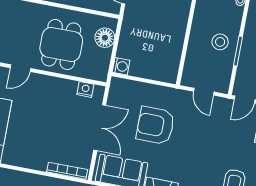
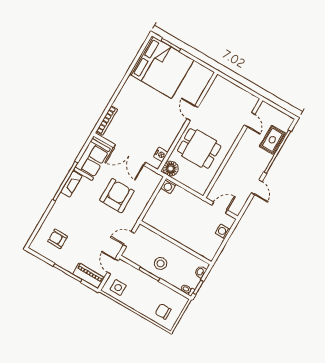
floor lamp: (105, 38) -> (171, 169), moved

